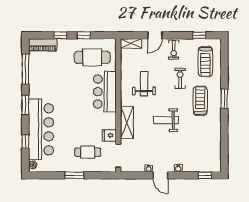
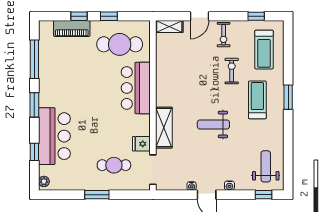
piano: (43, 45) -> (72, 28), moved
weight bench: (144, 84) -> (266, 166), moved
bar counter: (41, 129) -> (54, 136), width x0.73

